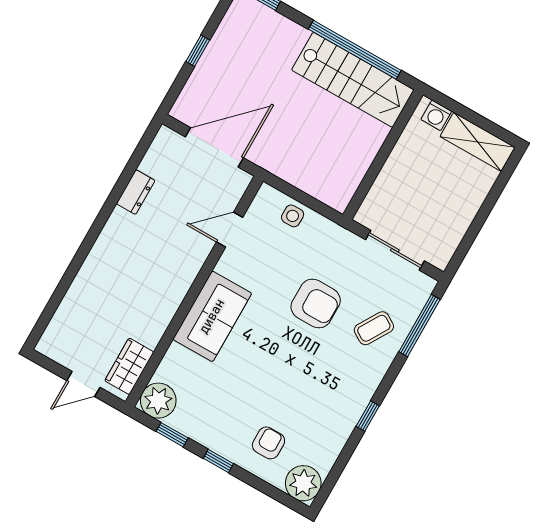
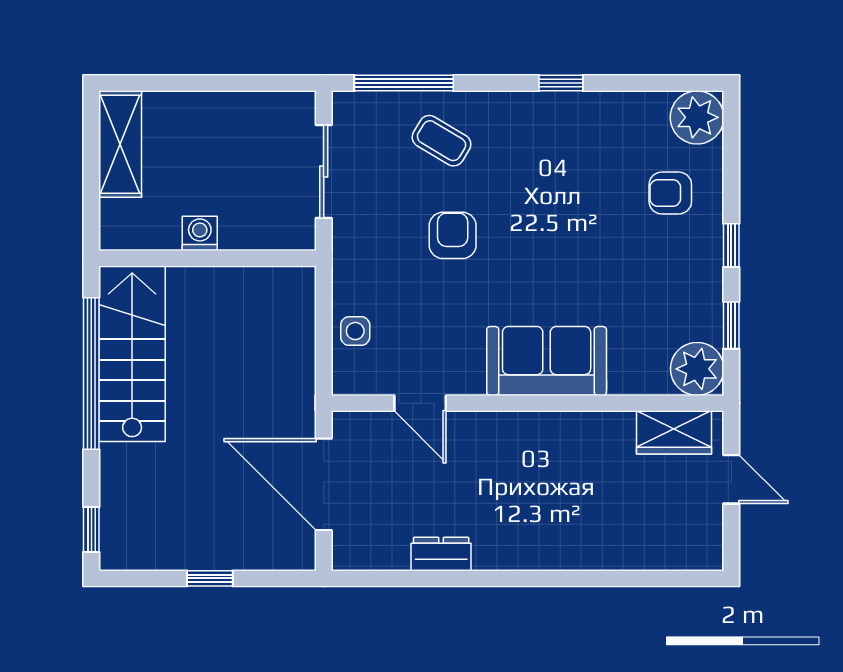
washing machine: (436, 115) -> (200, 233), moved, turned -90
armchair: (316, 304) -> (453, 235), width x0.72, depth x0.72

